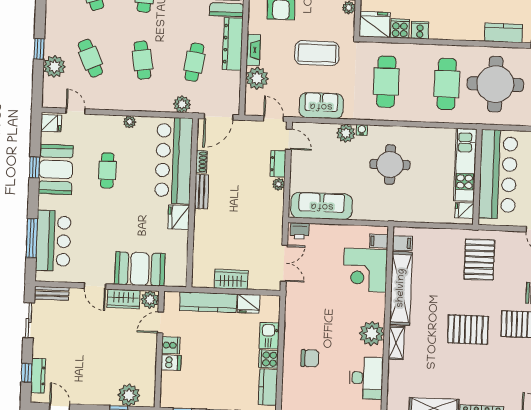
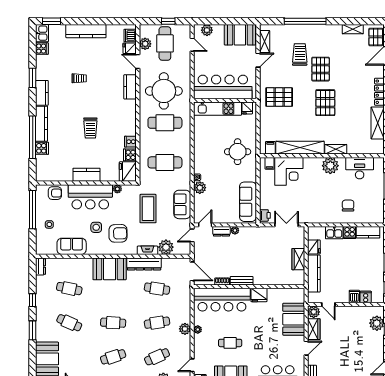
plant: (182, 104) -> (185, 329), moved
round table: (390, 165) -> (238, 152), moved
cooker: (171, 345) -> (366, 297), moved

